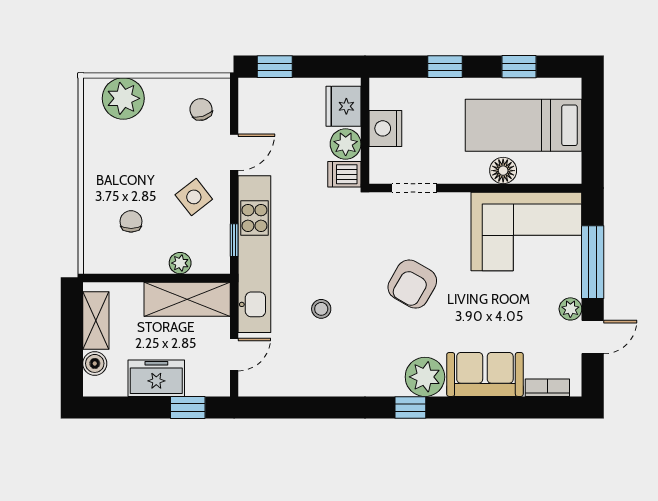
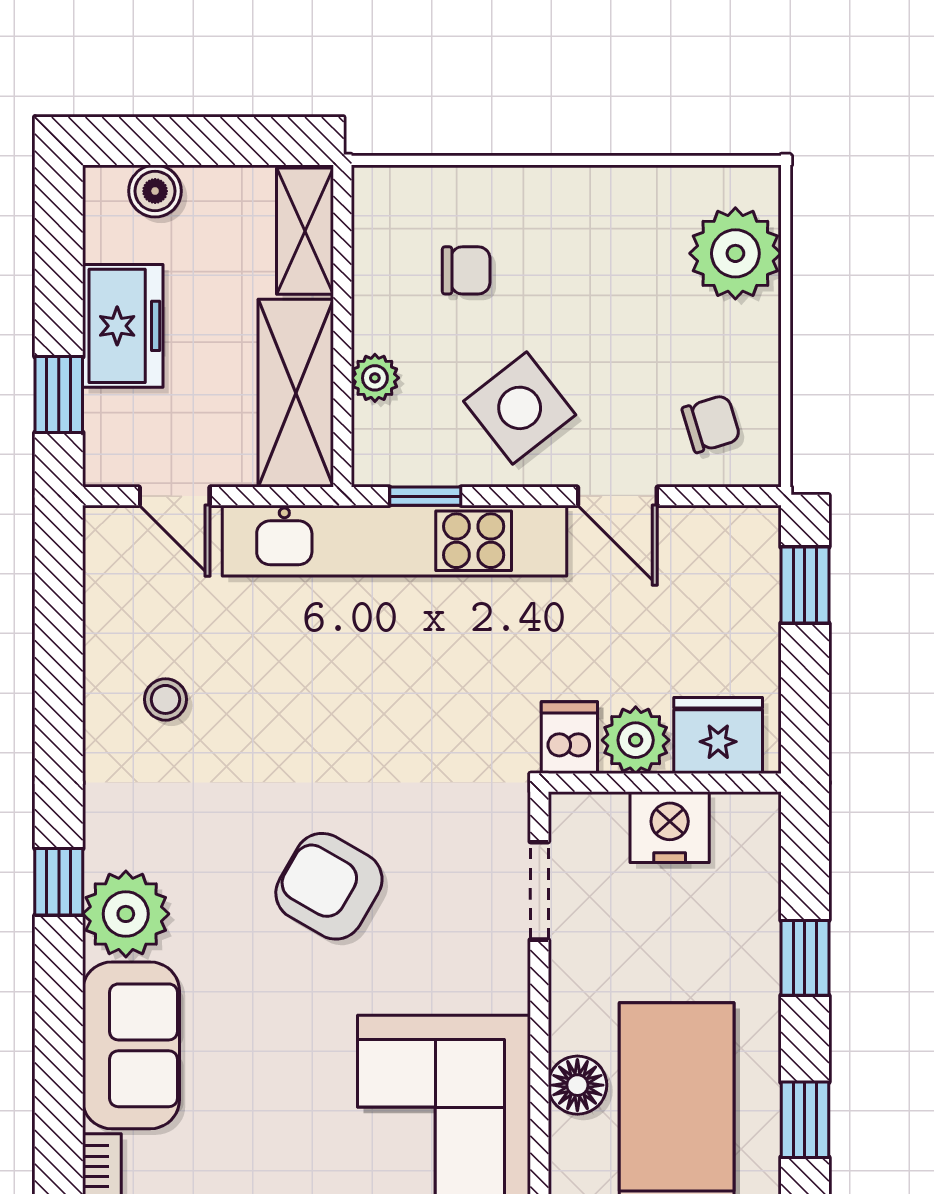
side table: (194, 197) -> (520, 408), width x1.37, depth x1.37
stool: (321, 309) -> (165, 699), moved
shelving: (96, 320) -> (305, 231), moved, turned 90

